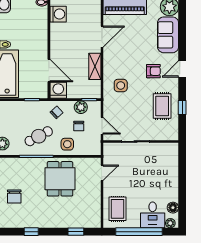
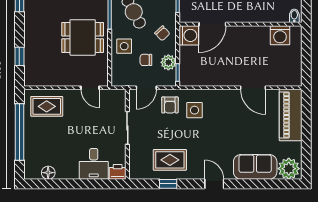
shelving: (95, 66) -> (217, 79), removed
armchair: (153, 71) -> (170, 105), moved
printer: (172, 150) -> (118, 172), added
desk: (153, 215) -> (94, 164), moved, turned -90
plant: (170, 223) -> (30, 170), removed

